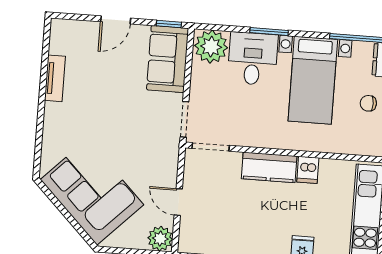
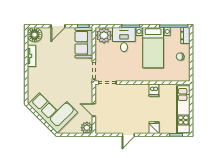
floor lamp: (65, 34) -> (35, 35), added
kitchen counter: (269, 167) -> (136, 90), removed

